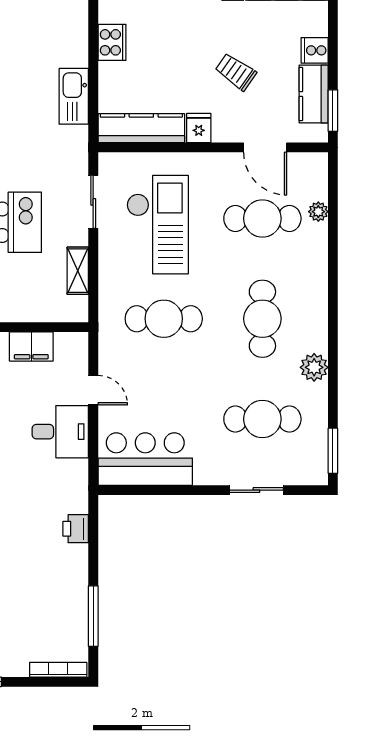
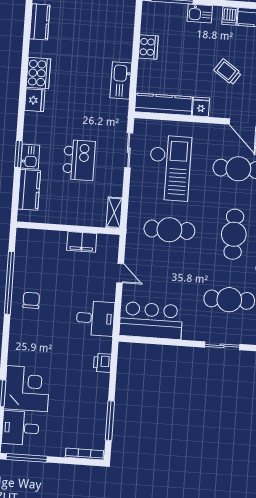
shelving: (78, 271) -> (114, 213), moved
desk: (60, 432) -> (95, 318), moved

